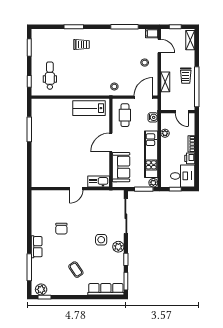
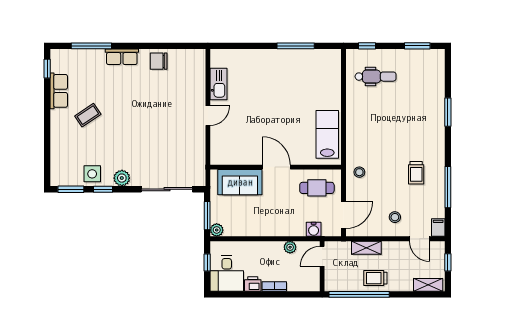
trolley: (82, 45) -> (416, 173), moved
door: (159, 46) -> (419, 239), hinge flipped
door: (143, 97) -> (344, 215), hinge flipped
door: (182, 112) -> (322, 256), moved
kitchen unit: (151, 154) -> (259, 227), removed
kitchen sink: (99, 181) -> (219, 84), moved
door: (76, 189) -> (208, 116), swing flipped
chair: (61, 229) -> (159, 61), moved
side table: (101, 240) -> (92, 174), moved
plant: (41, 289) -> (58, 63), removed
row of seats: (106, 289) -> (59, 91), moved, width x0.68

